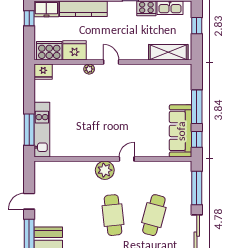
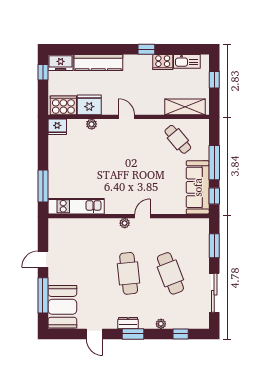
plant: (89, 69) -> (92, 124), moved
cafe table: (161, 84) -> (178, 139), added
kitchen unit: (42, 130) -> (76, 206), moved, turned -90
plant: (105, 170) -> (125, 223), width x0.53, depth x0.53
window: (197, 188) -> (214, 246), width x0.69
cafe table: (154, 215) -> (170, 273), turned -36

